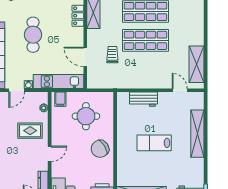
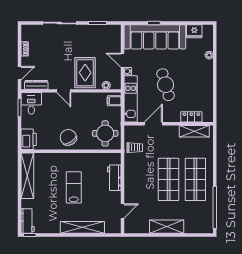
cafe table: (33, 35) -> (166, 85), moved, turned 74
trolley: (112, 55) -> (135, 148), moved
shelving: (197, 64) -> (167, 227), moved
round table: (86, 116) -> (105, 133), moved
rug: (30, 131) -> (85, 73), width x1.36, depth x1.43

